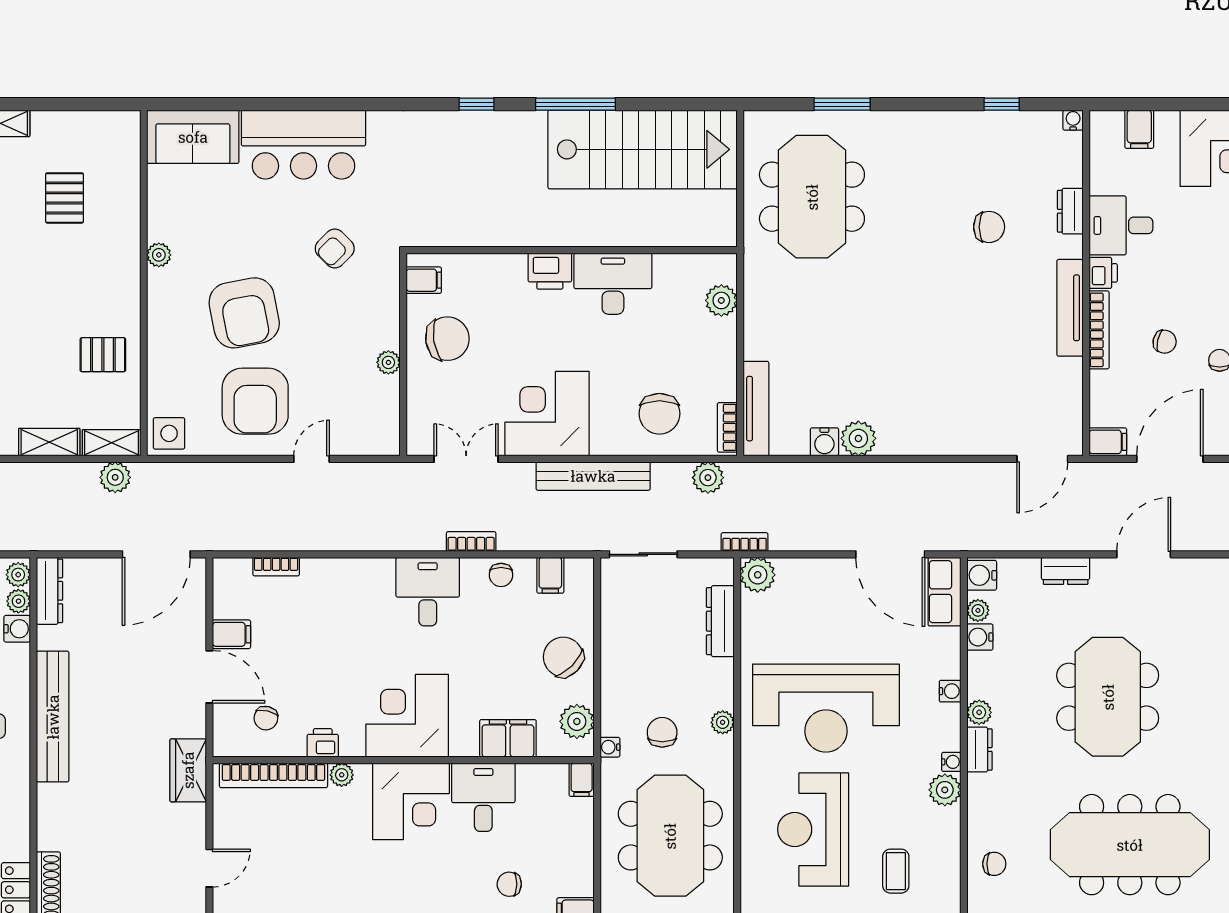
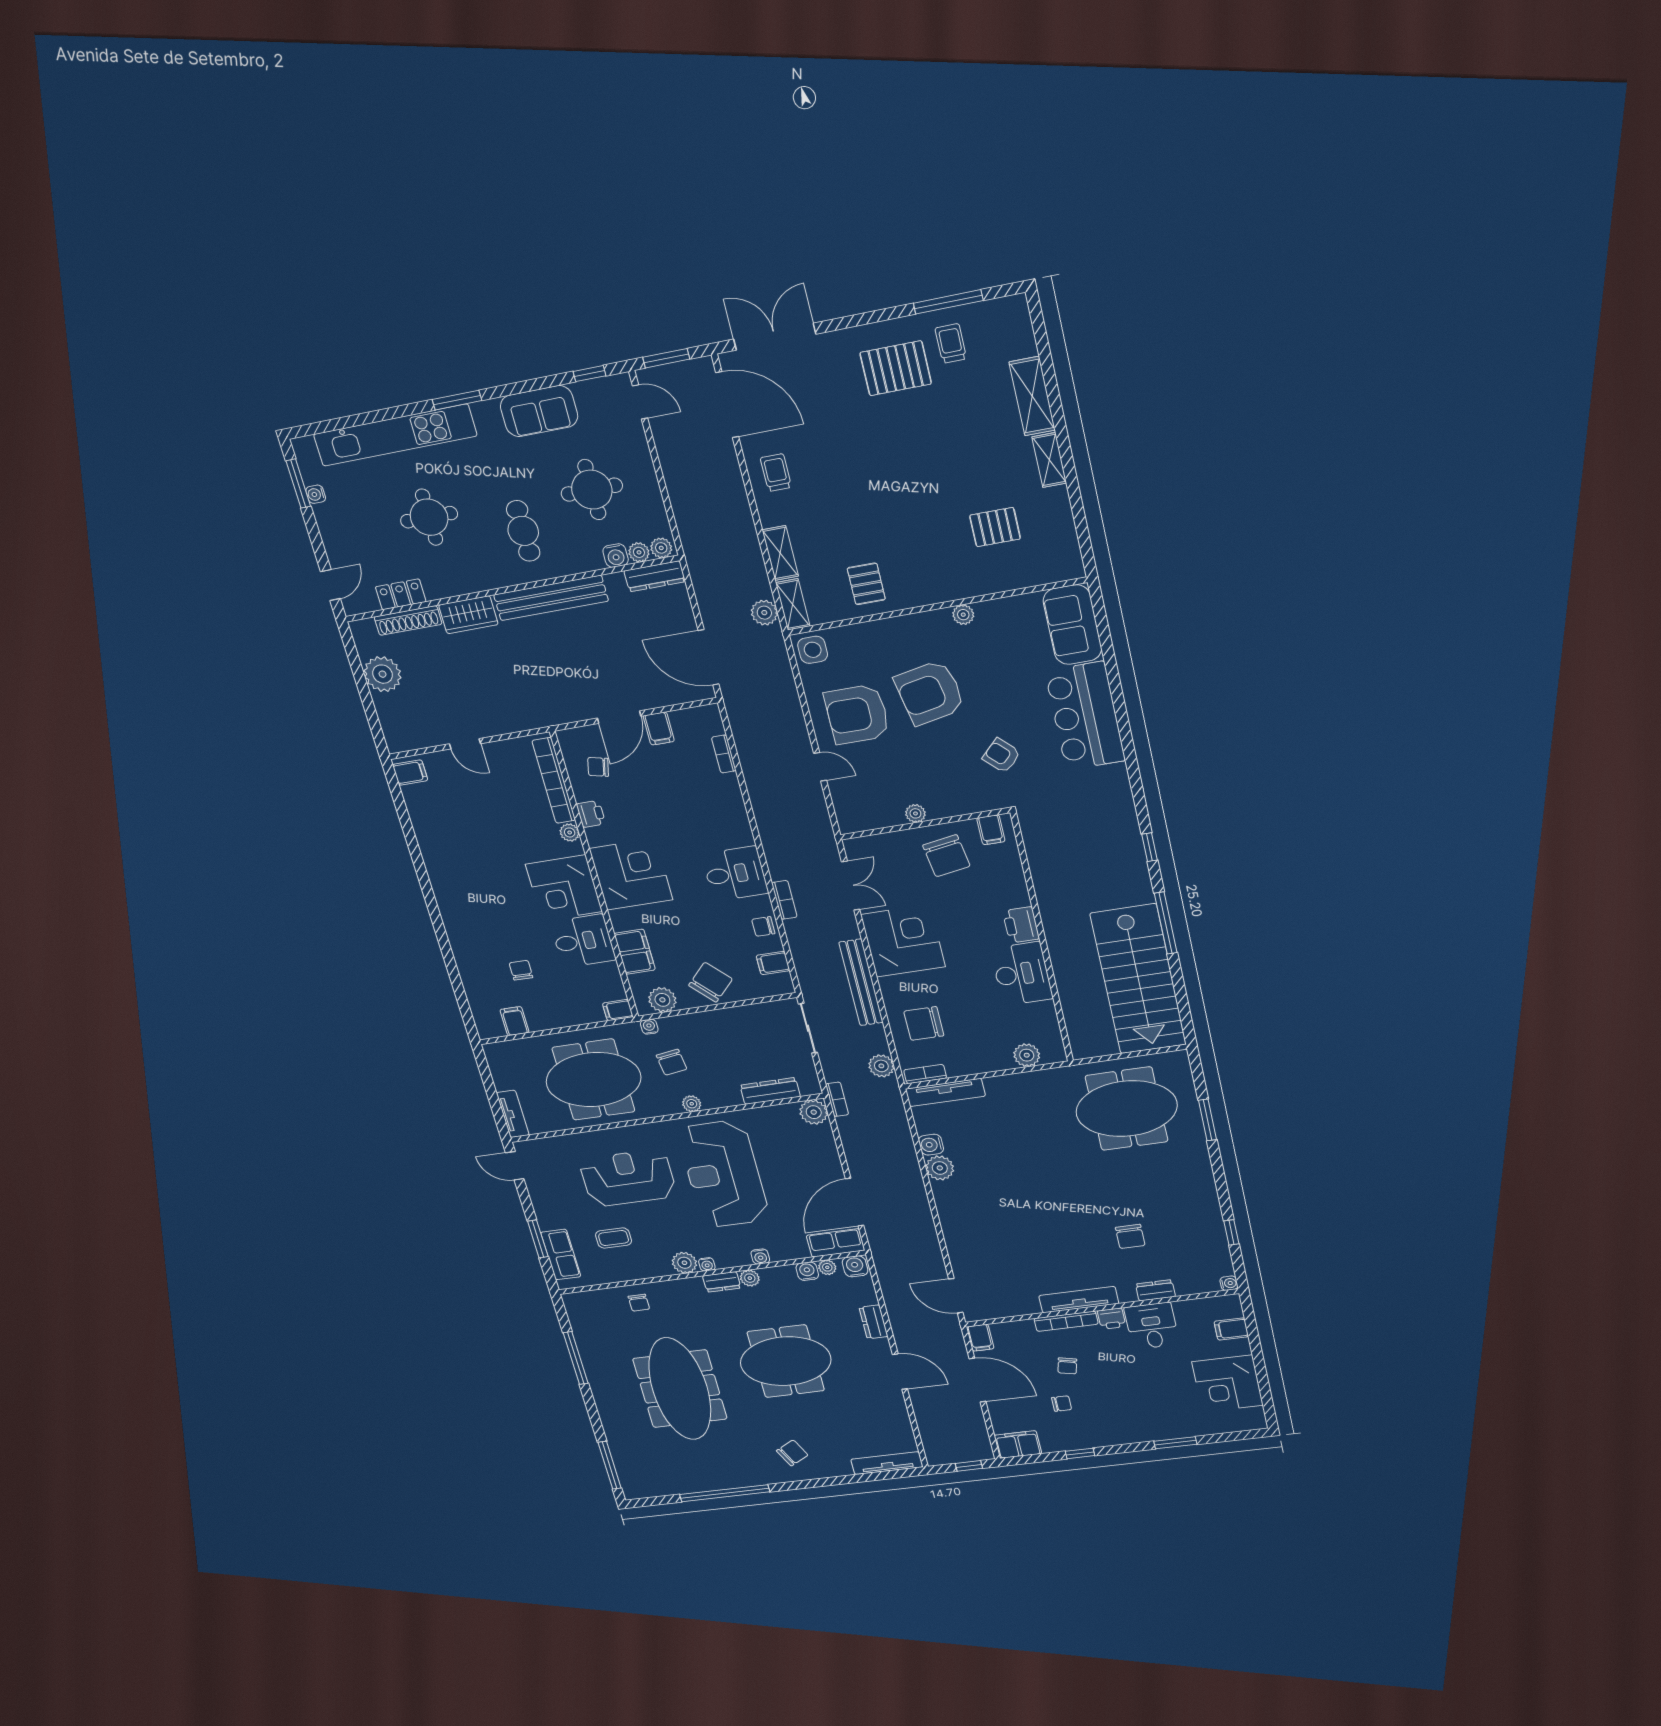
chair: (662, 732) -> (672, 1062), turned 82
wardrobe: (188, 770) -> (468, 615), moved, turned 180

